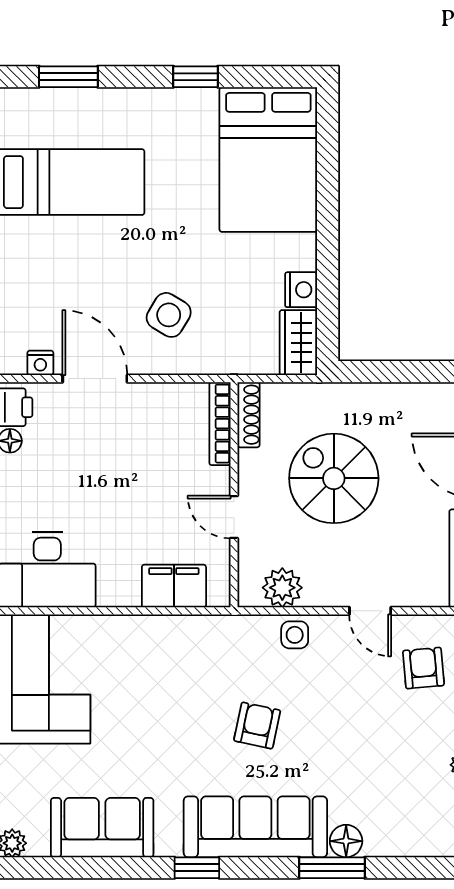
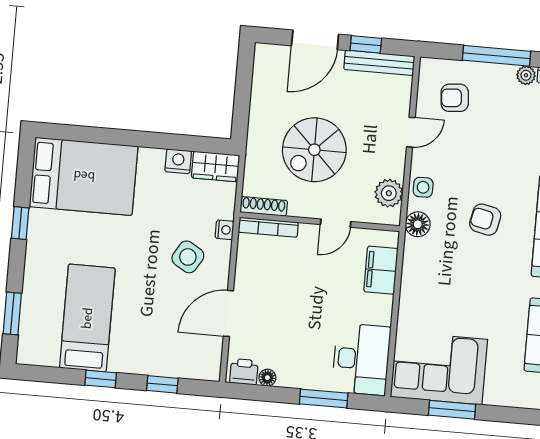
nightstand: (40, 363) -> (225, 230), moved
floor lamp: (242, 632) -> (418, 224), added

